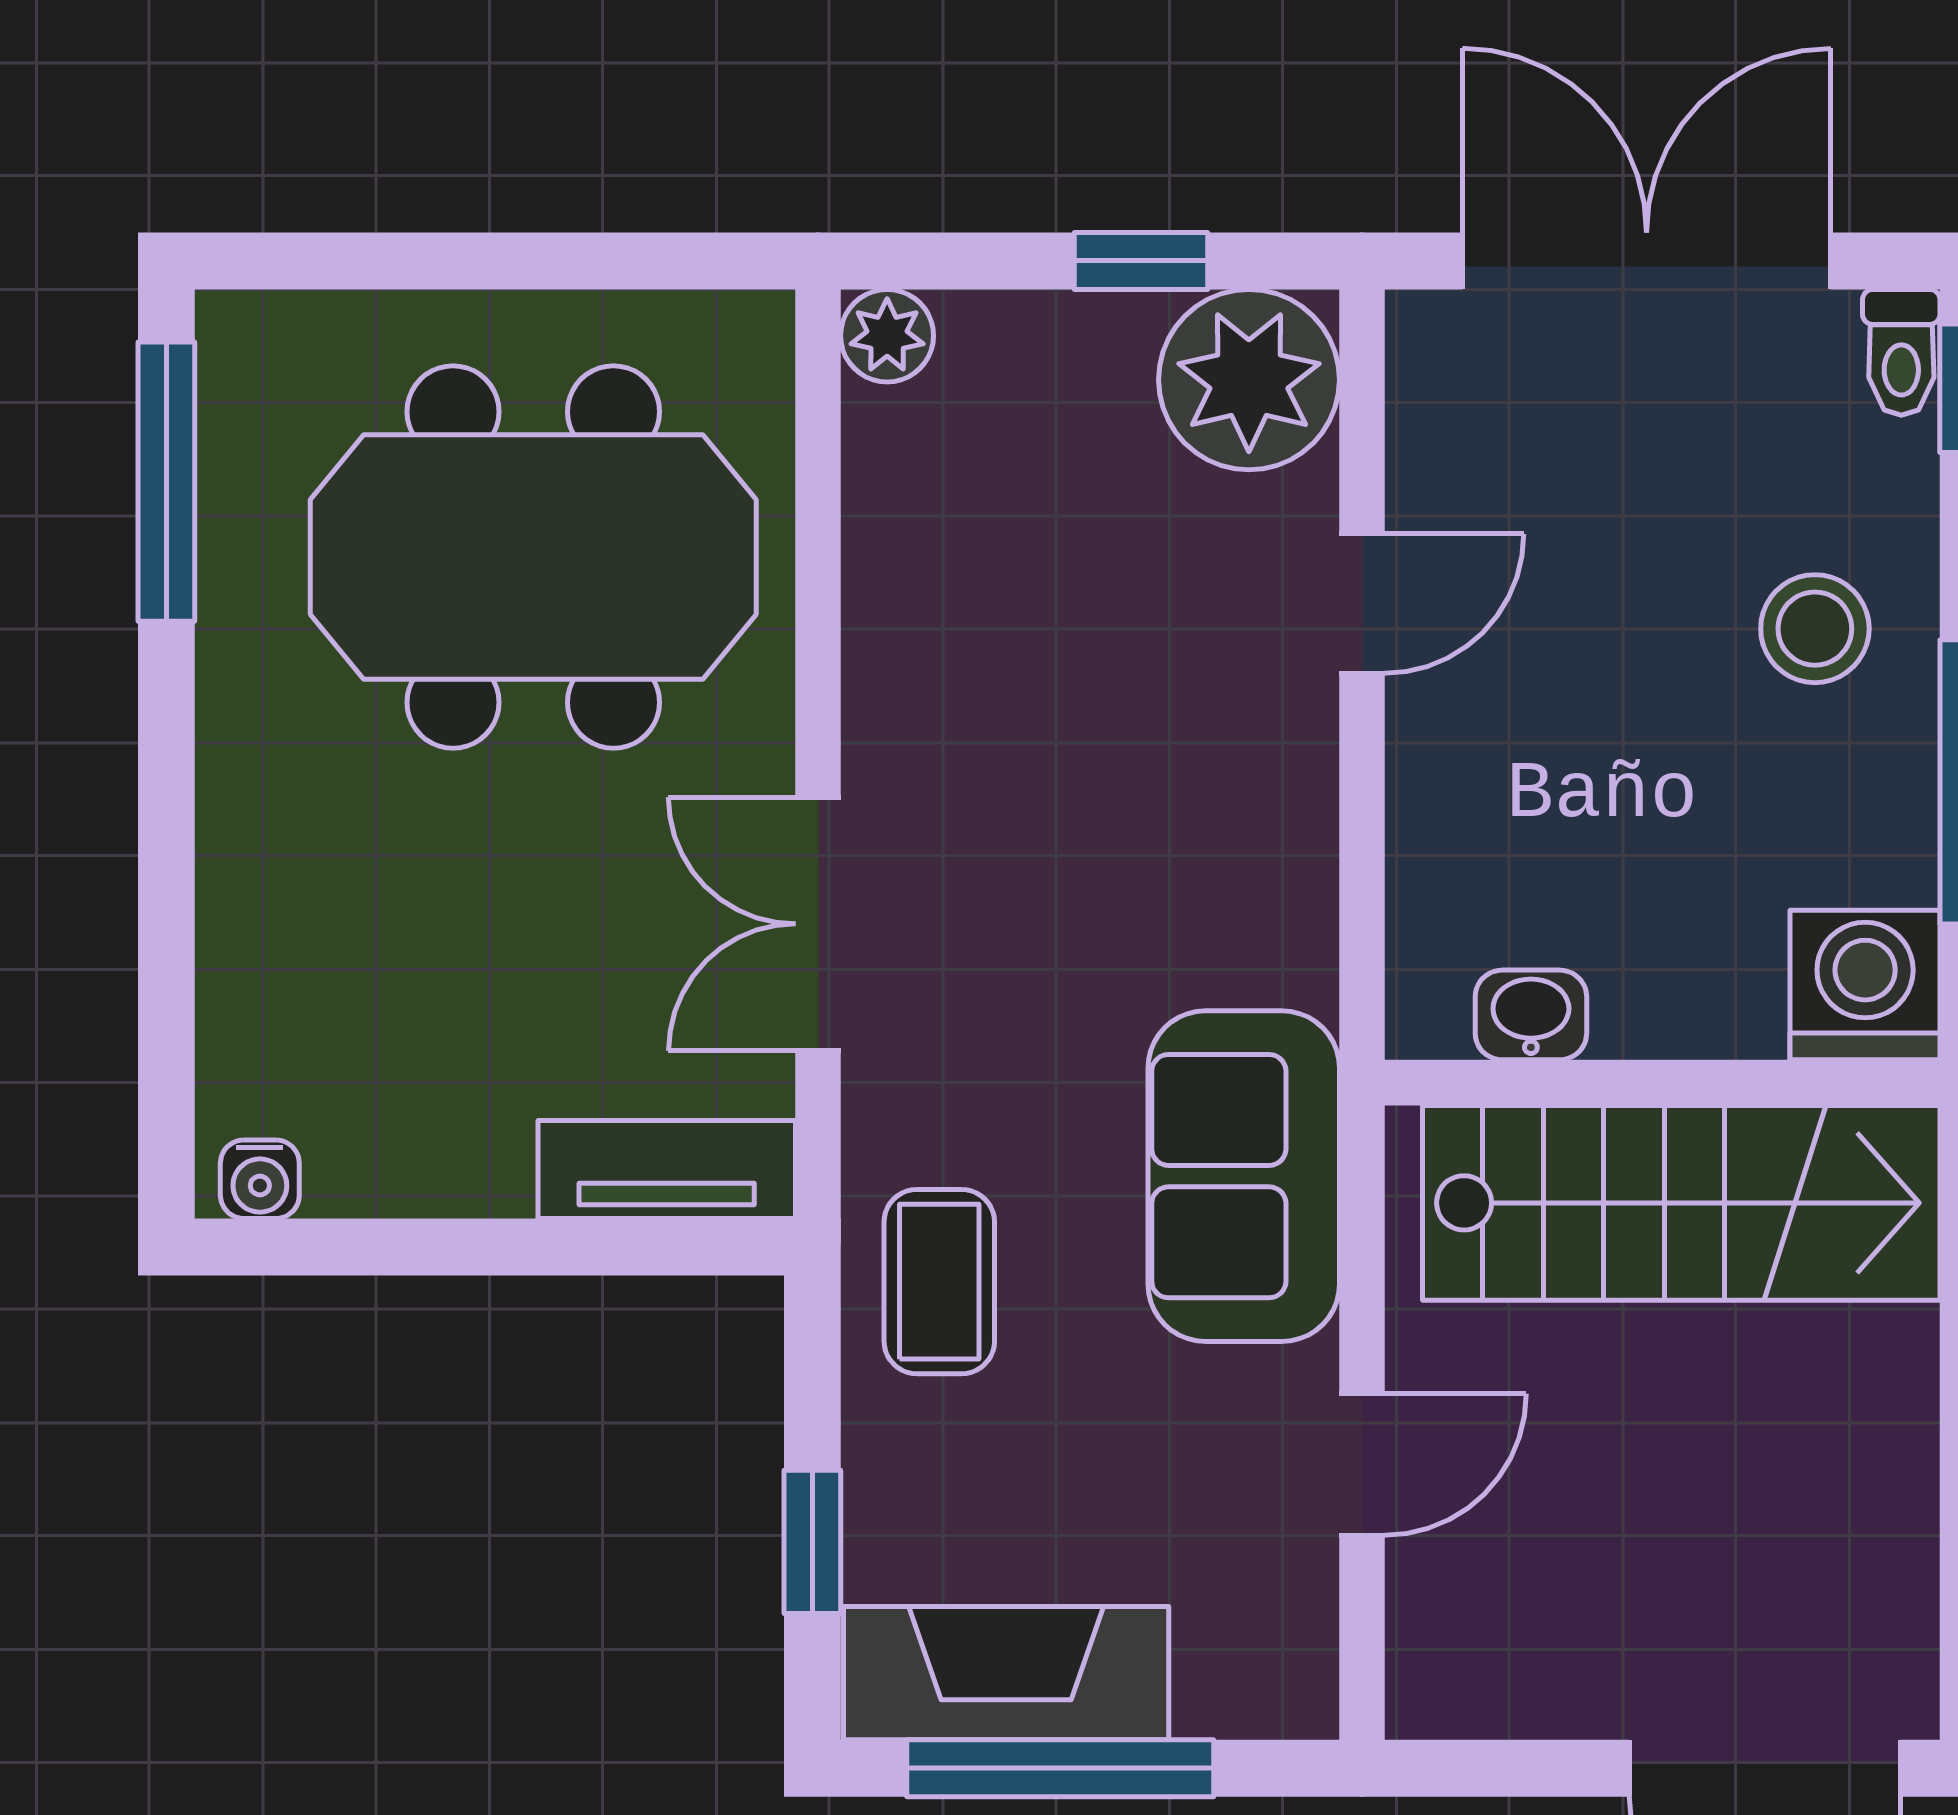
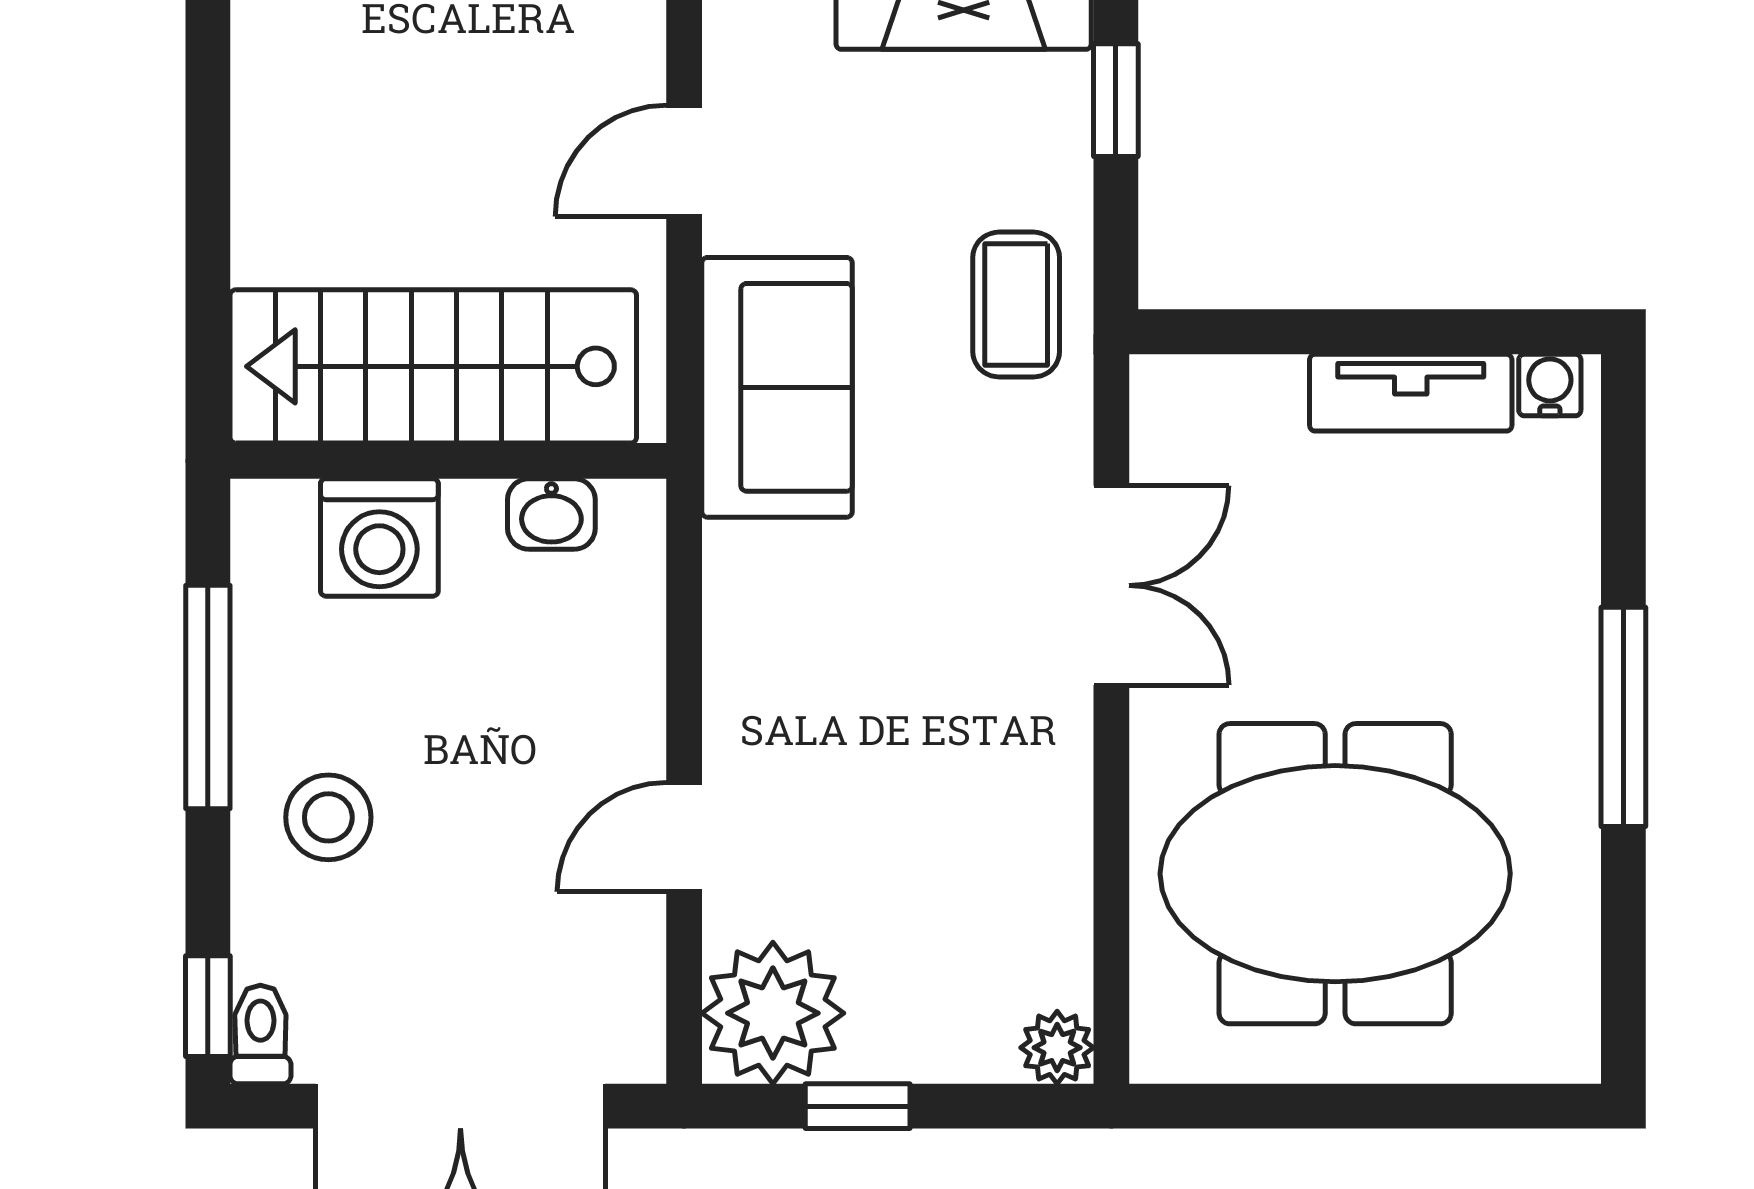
window: (166, 482) -> (1623, 717), moved
washing machine: (1865, 985) -> (379, 537), moved
tv unit: (667, 1169) -> (1411, 393), moved

